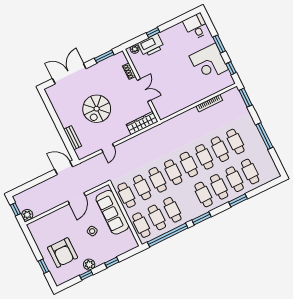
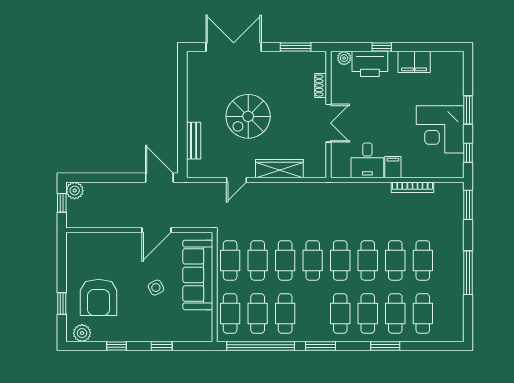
desk: (196, 26) -> (367, 160), moved, turned 180
filing cabinet: (175, 32) -> (414, 62), added
filing cabinet: (193, 97) -> (393, 167), added
wardrobe: (142, 123) -> (279, 169), moved
plant: (27, 215) -> (75, 191), moved
plant: (89, 265) -> (82, 333), moved

